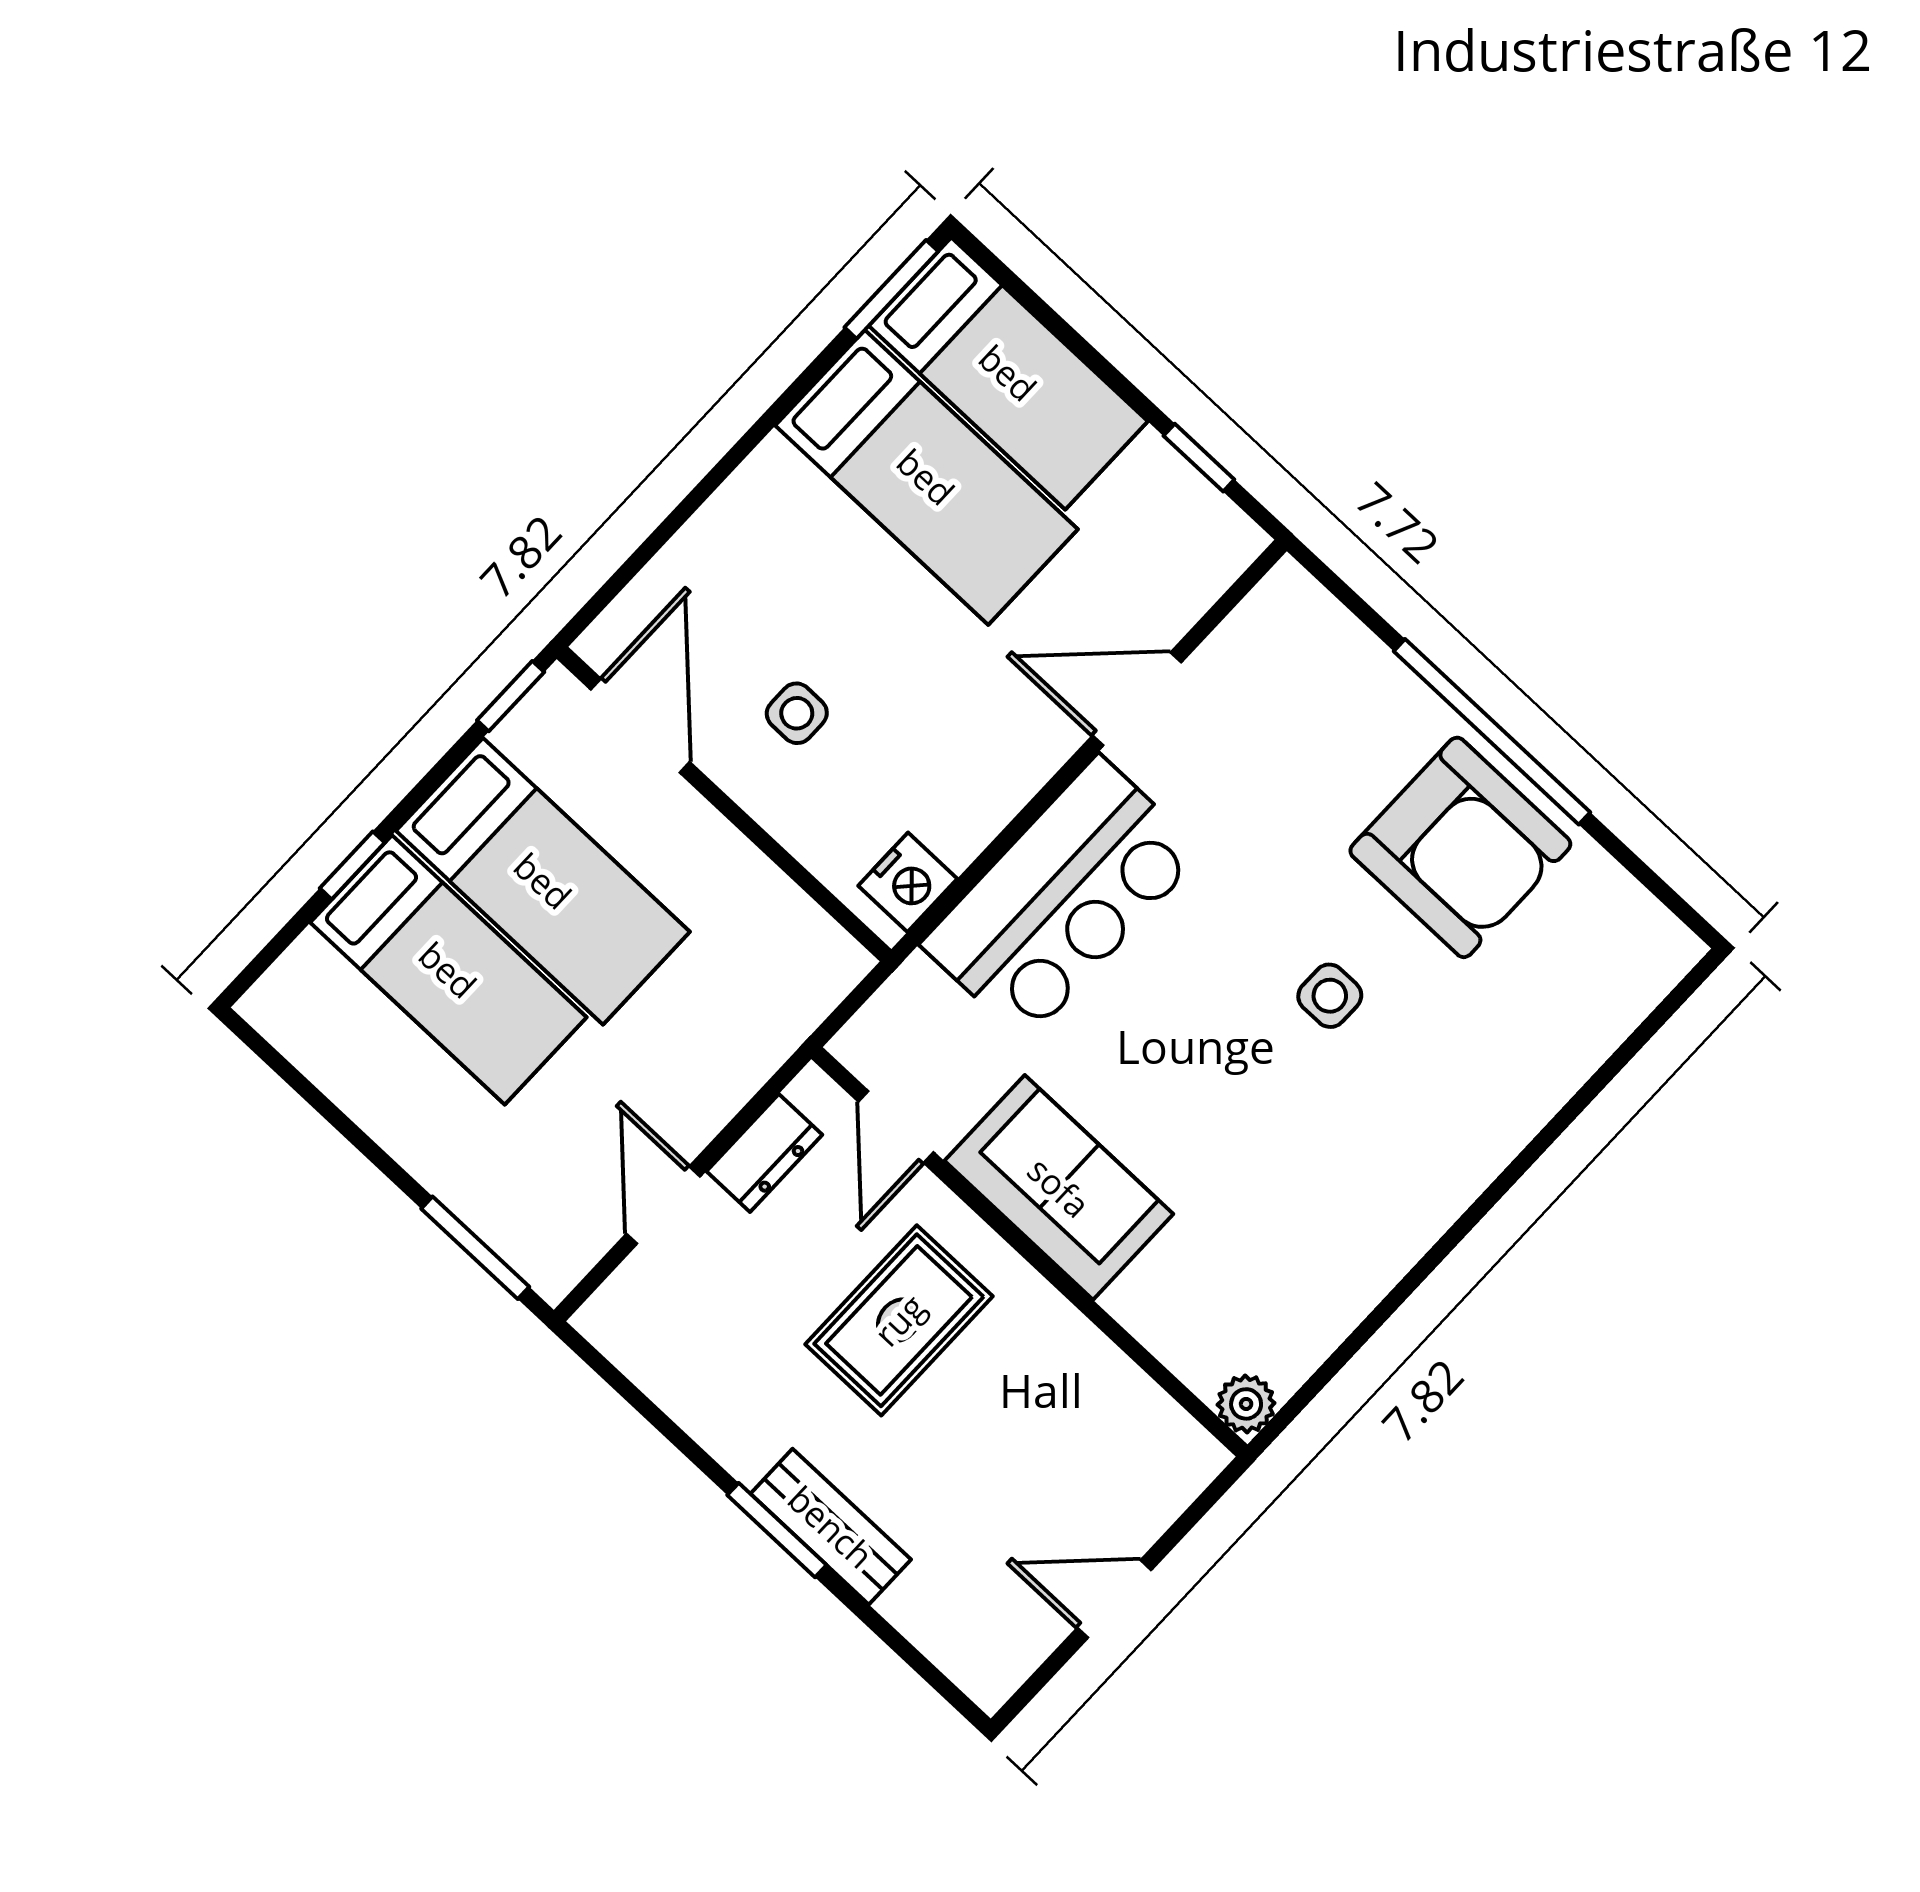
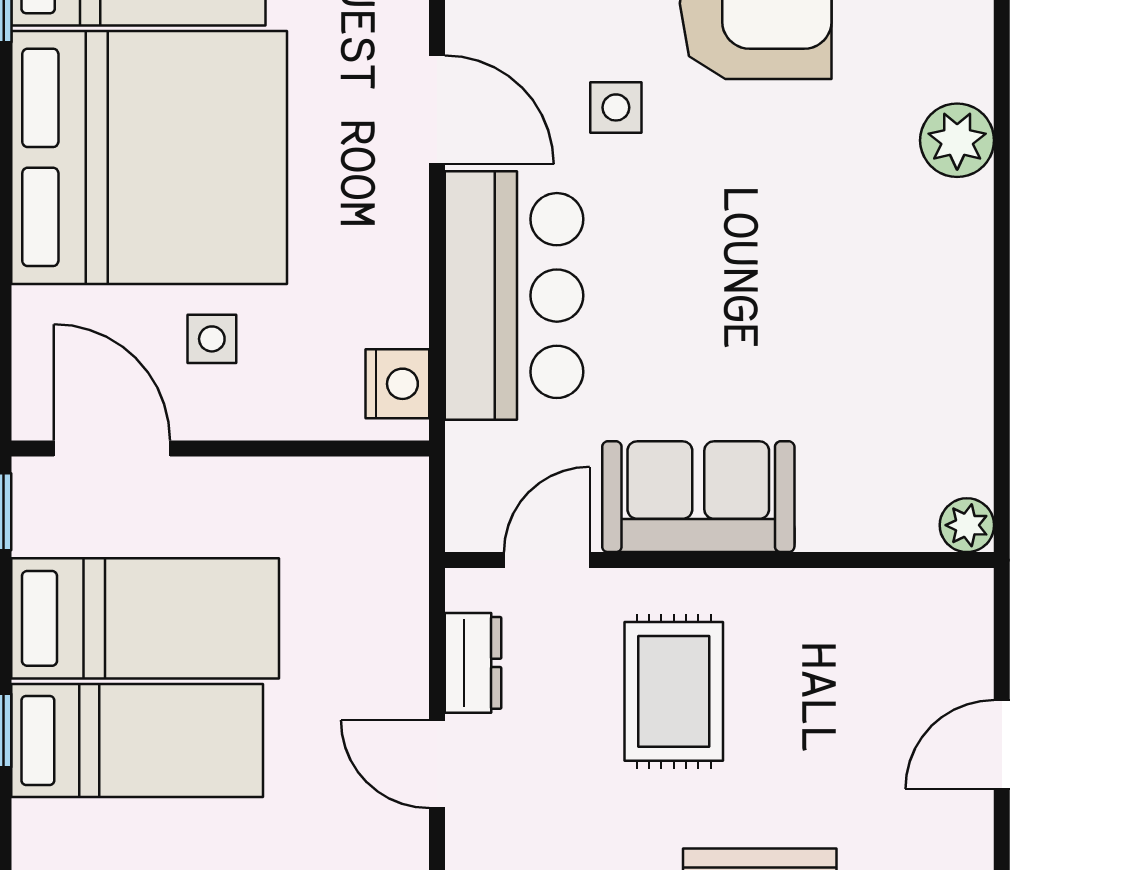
bed: (926, 477) -> (149, 157), width x2.04
door: (1137, 699) -> (437, 110), swing flipped
side table: (1330, 996) -> (616, 107), moved
plant: (1517, 1099) -> (957, 140), added
door: (896, 1127) -> (547, 560), swing flipped

